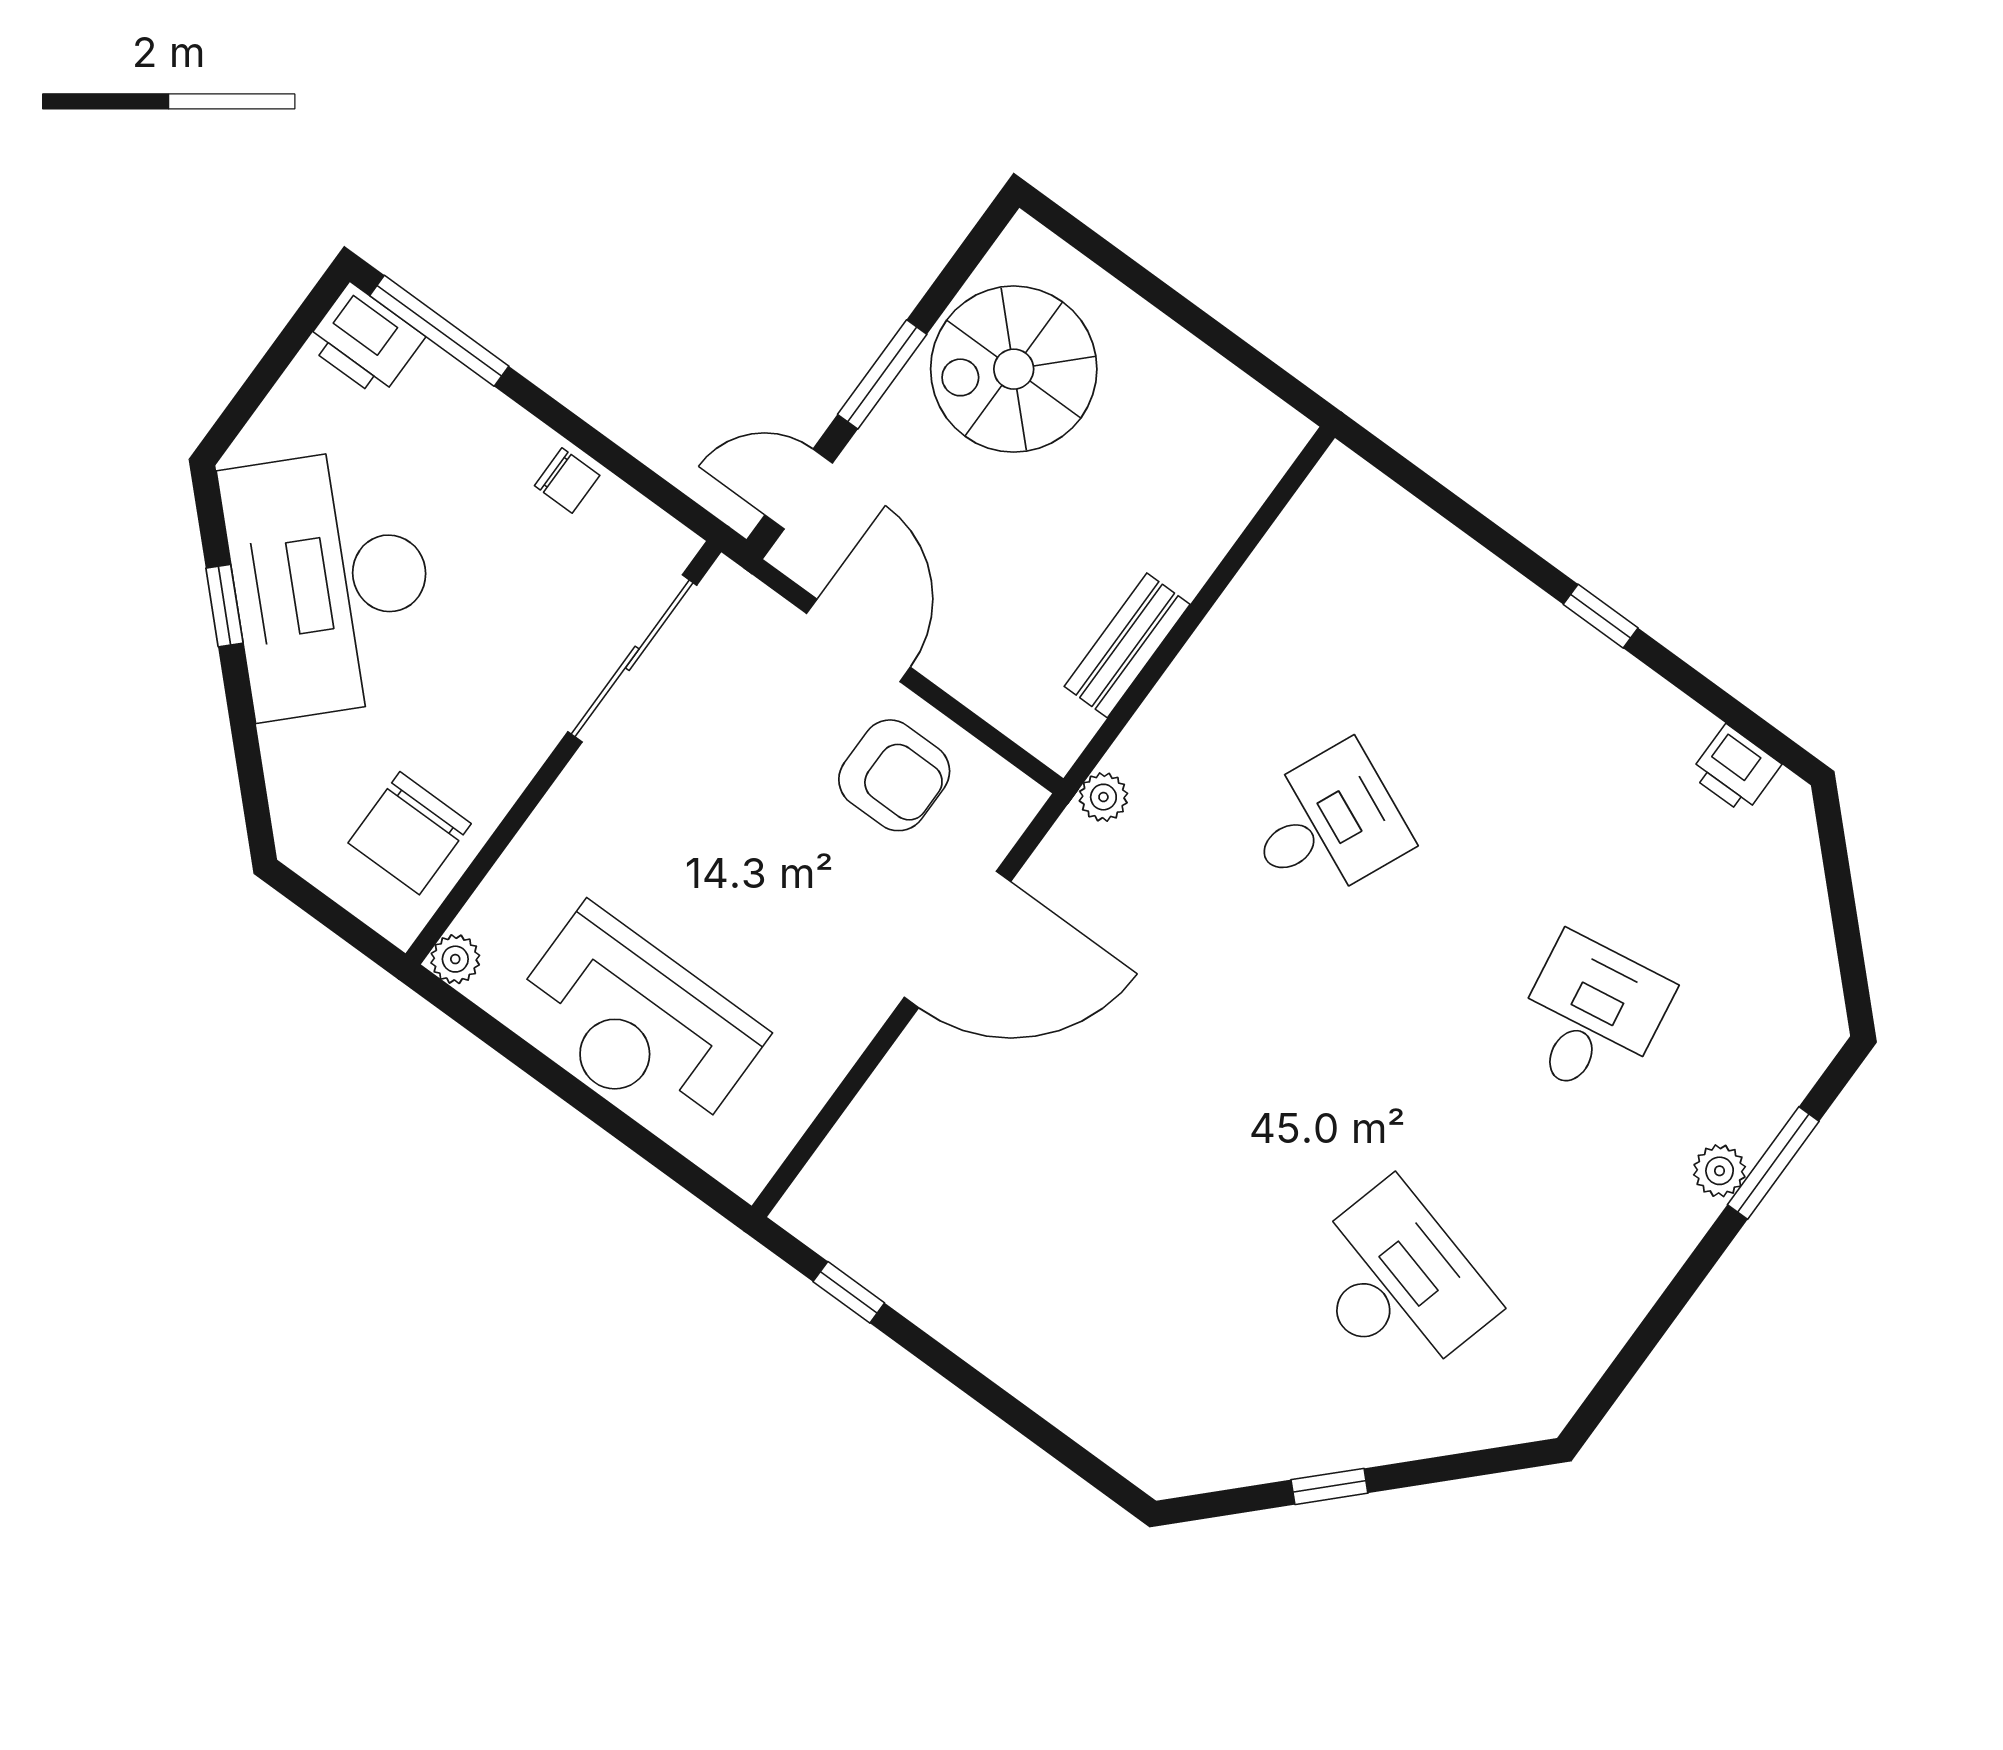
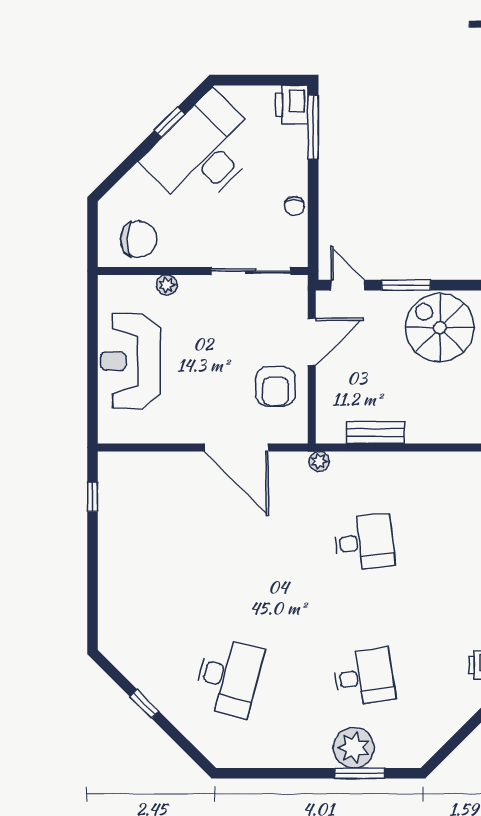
desk: (1326, 825) -> (364, 542), turned -30
chair: (410, 833) -> (139, 239), turned 180
plant: (455, 959) -> (167, 285), moved
plant: (1720, 1171) -> (354, 748), width x1.87, depth x1.87

